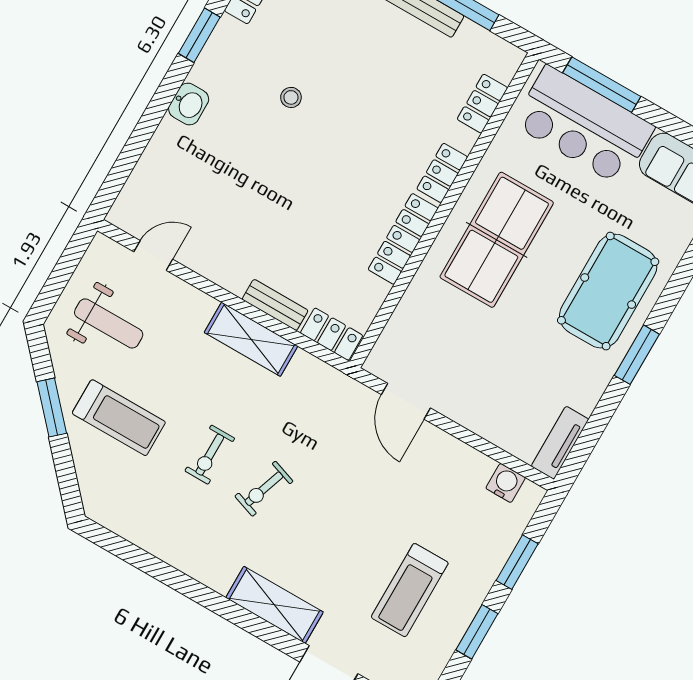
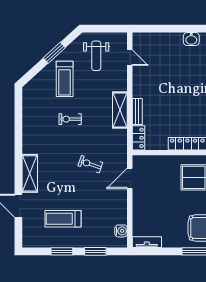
exercise bike: (264, 489) -> (90, 164), moved

